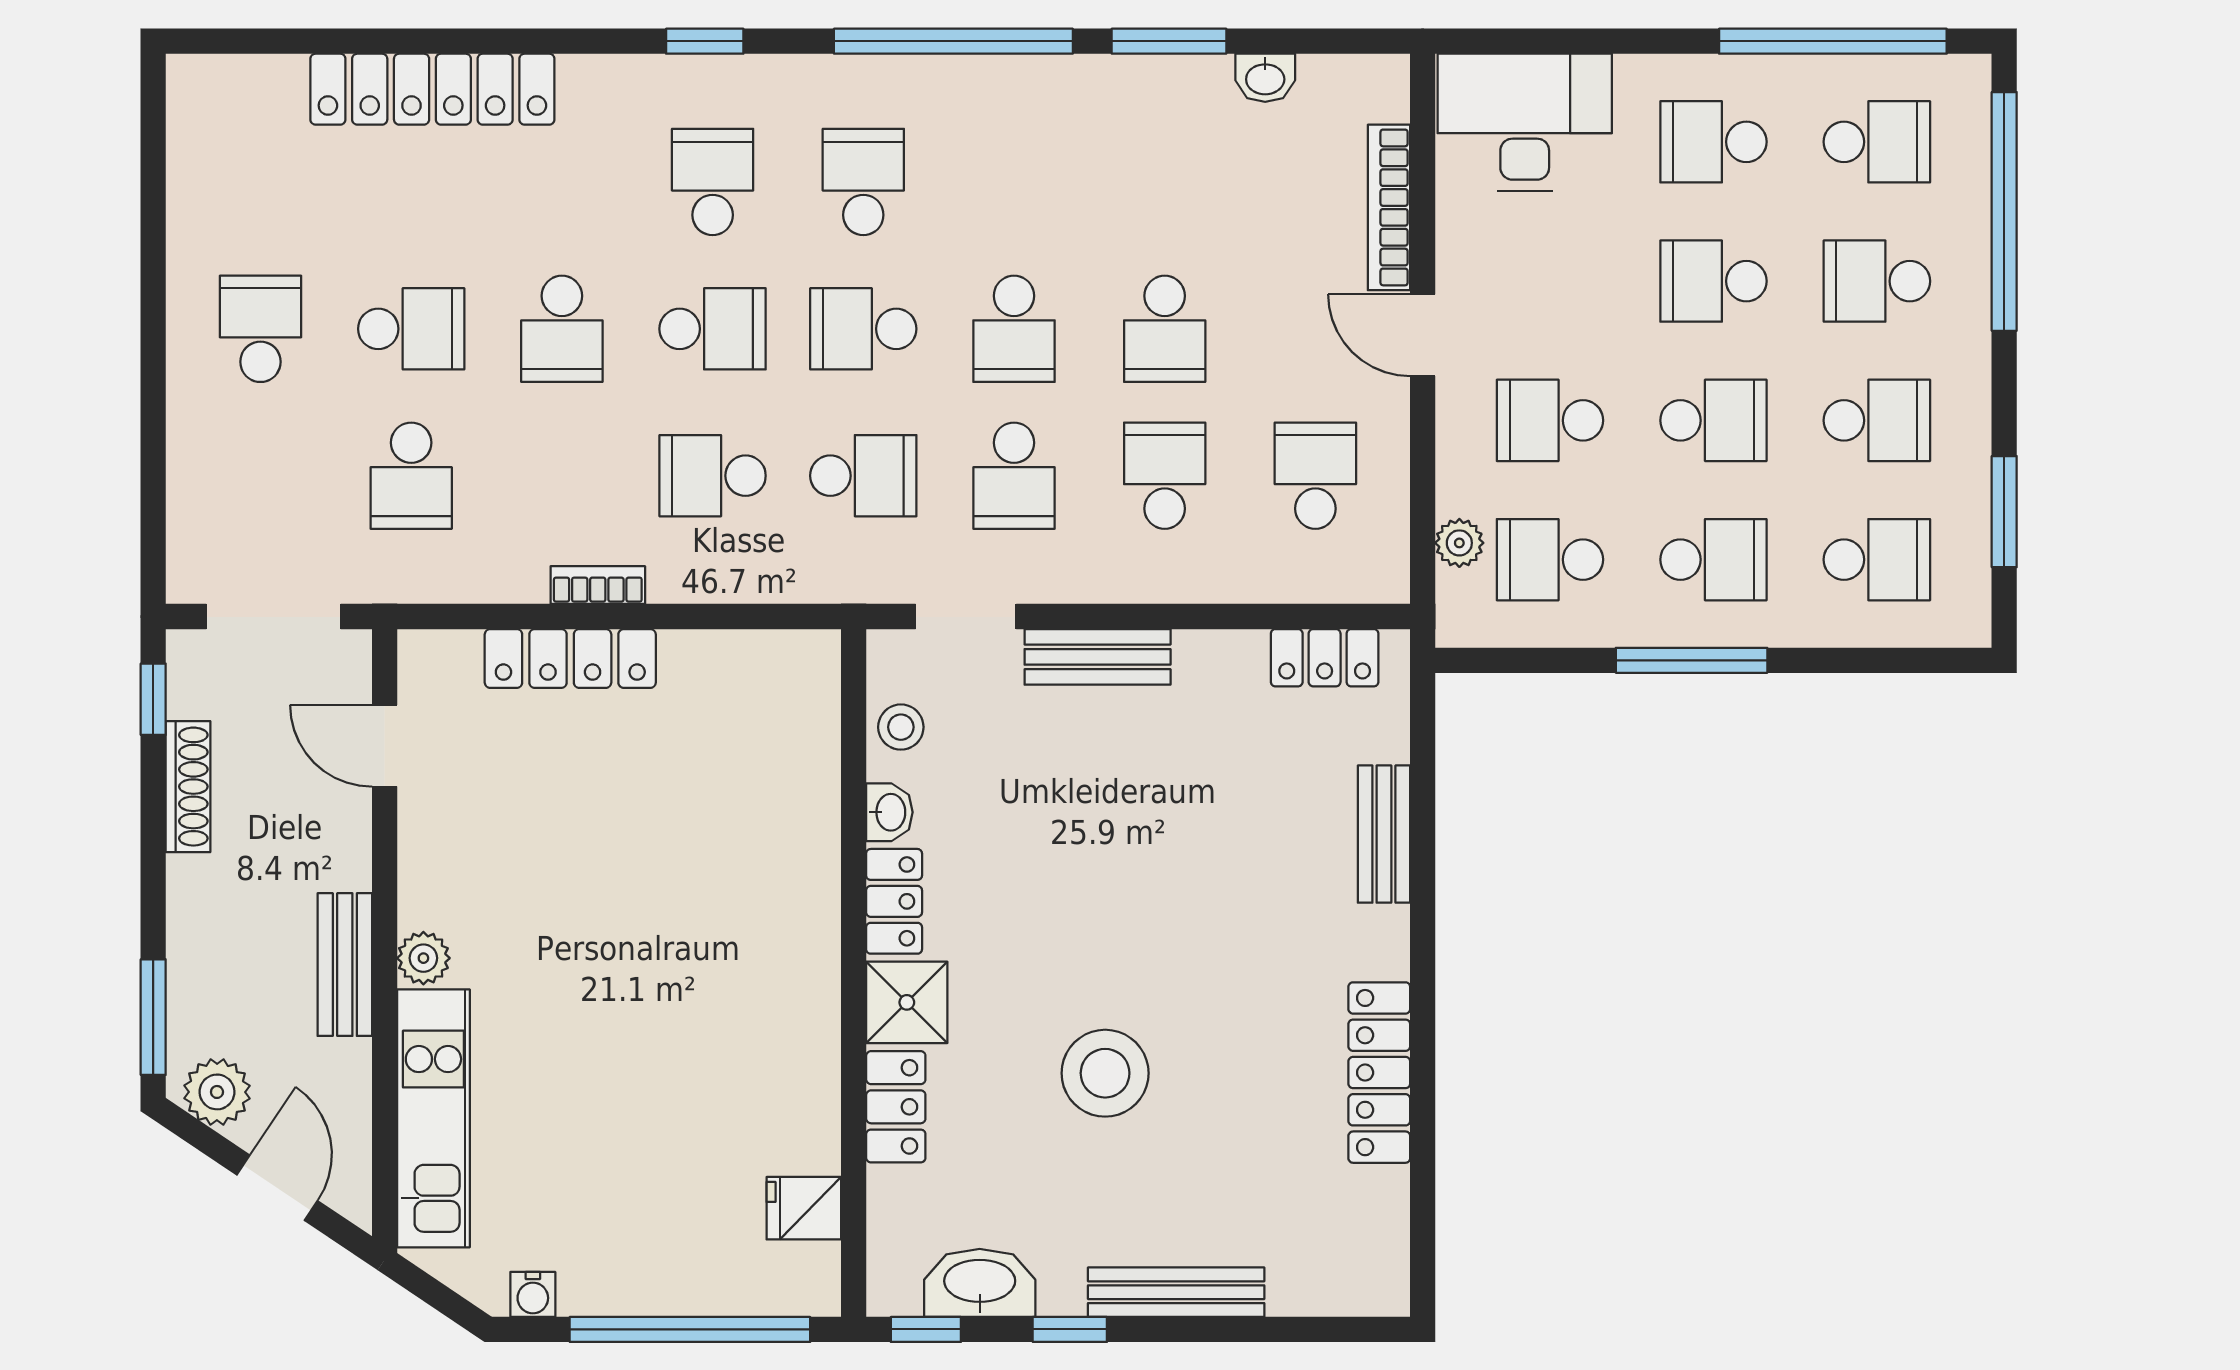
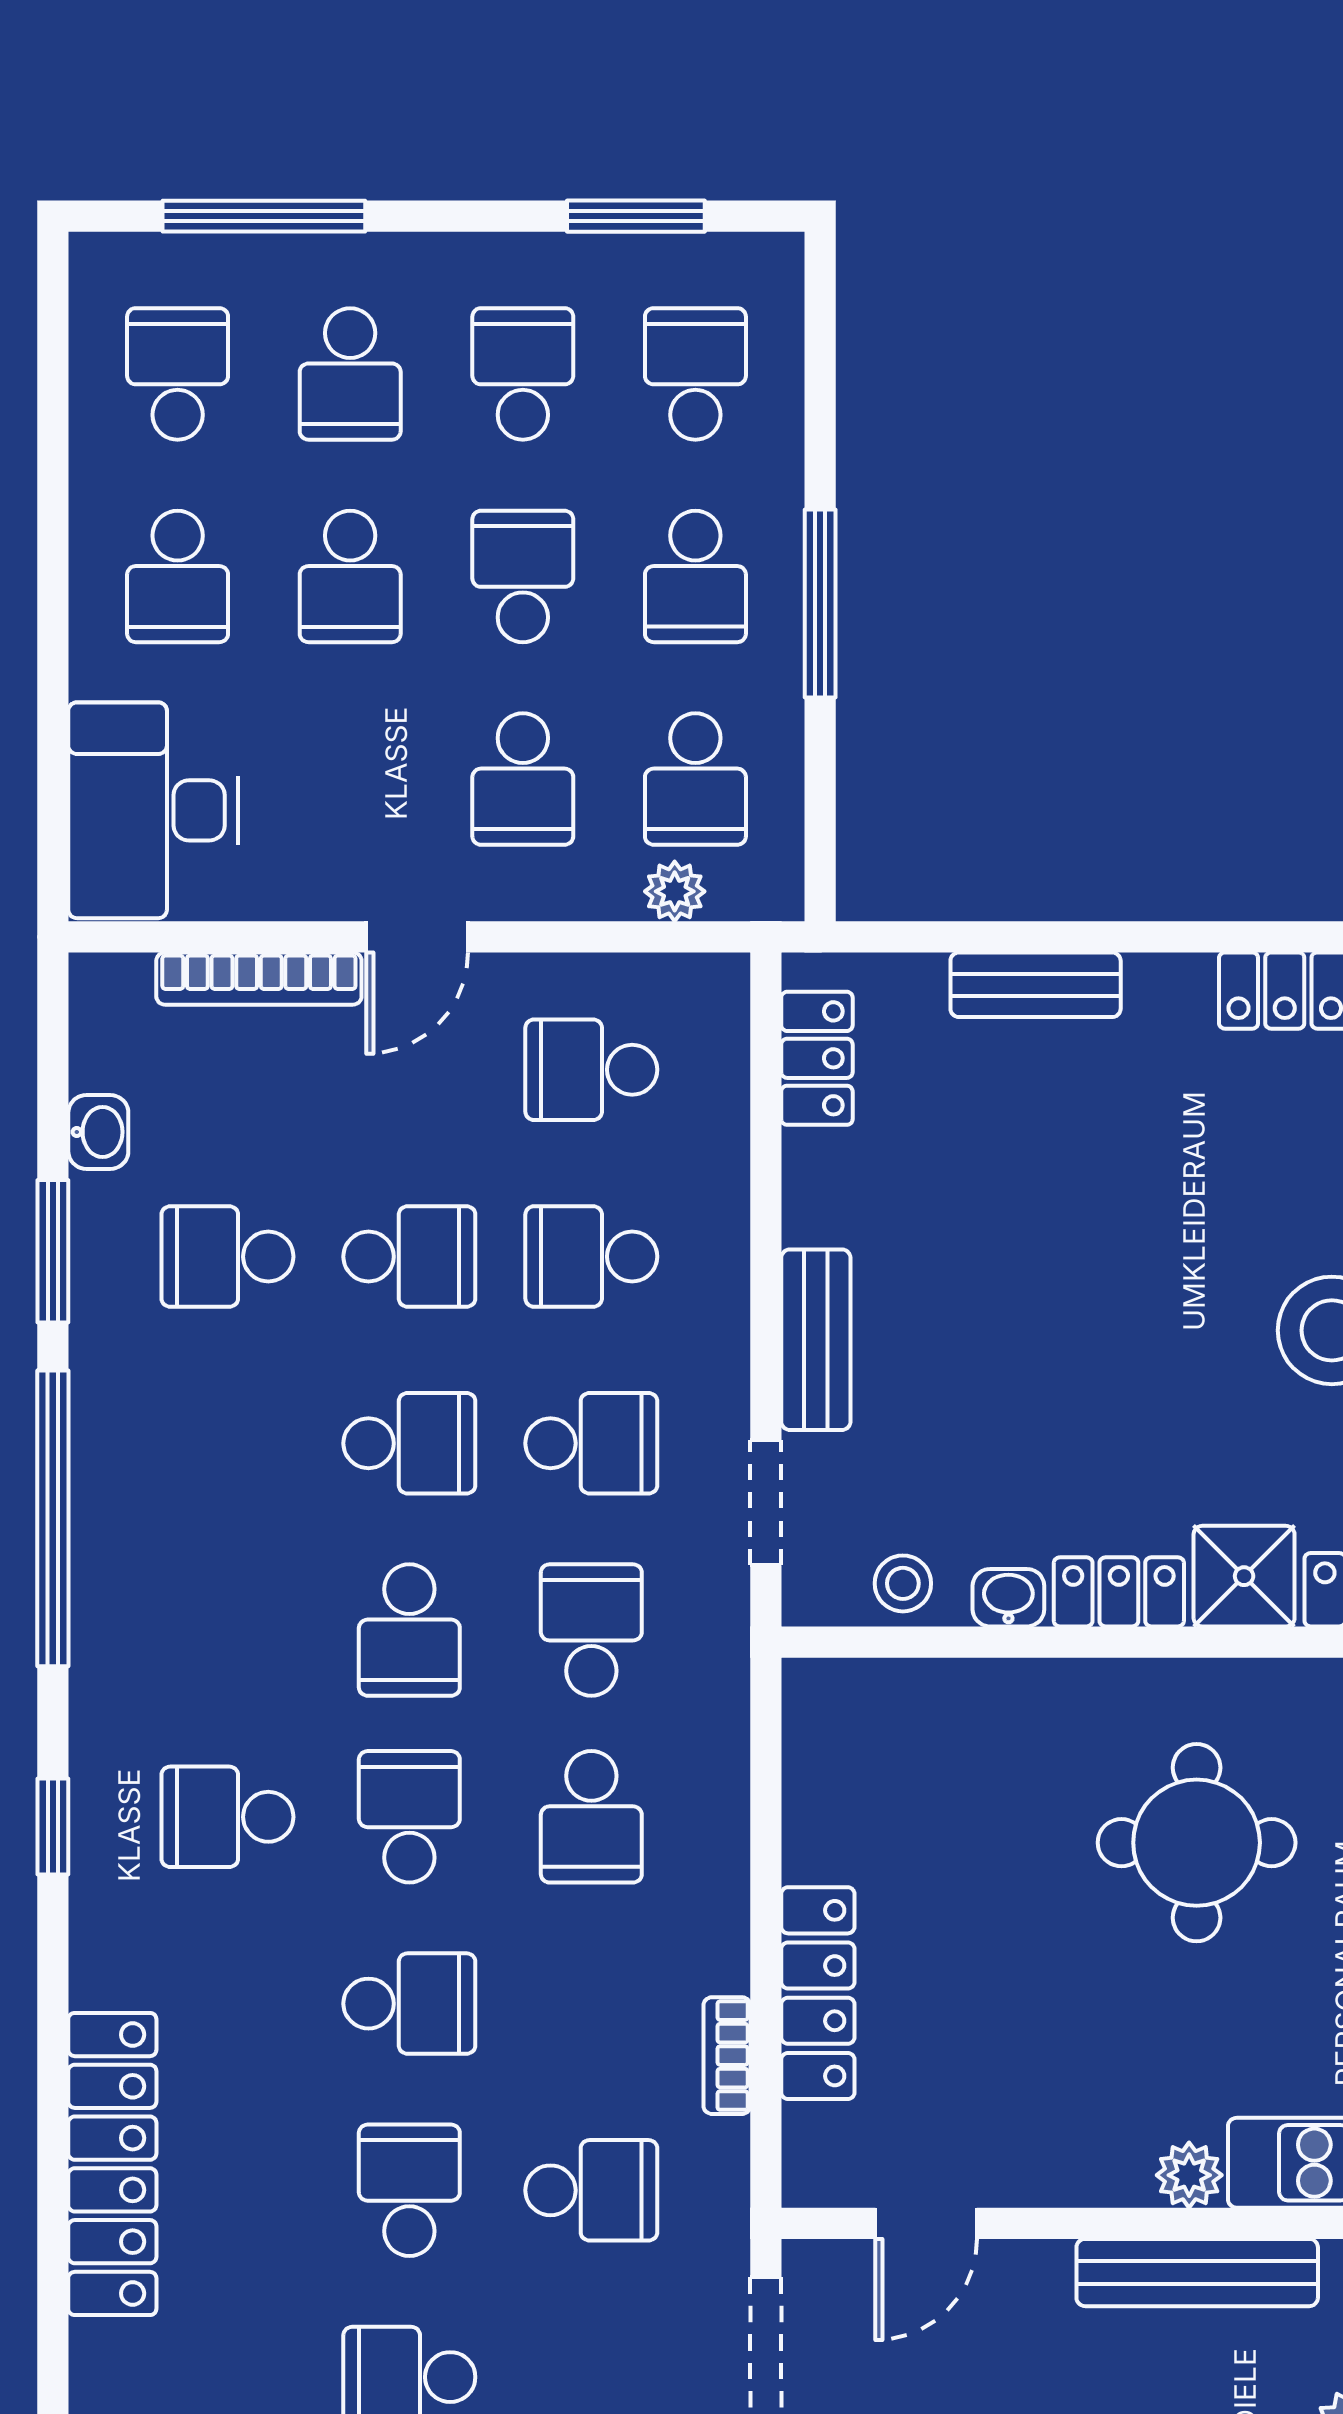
window: (1833, 41) -> (53, 428), removed
school desk: (863, 182) -> (227, 1257), moved
window: (2004, 211) -> (264, 216), width x0.68
school desk: (1713, 560) -> (695, 576), turned 180
bookcase: (598, 585) -> (727, 2056), moved
round table: (692, 964) -> (1197, 1843), added
bench: (345, 965) -> (1197, 2273), width x1.36

